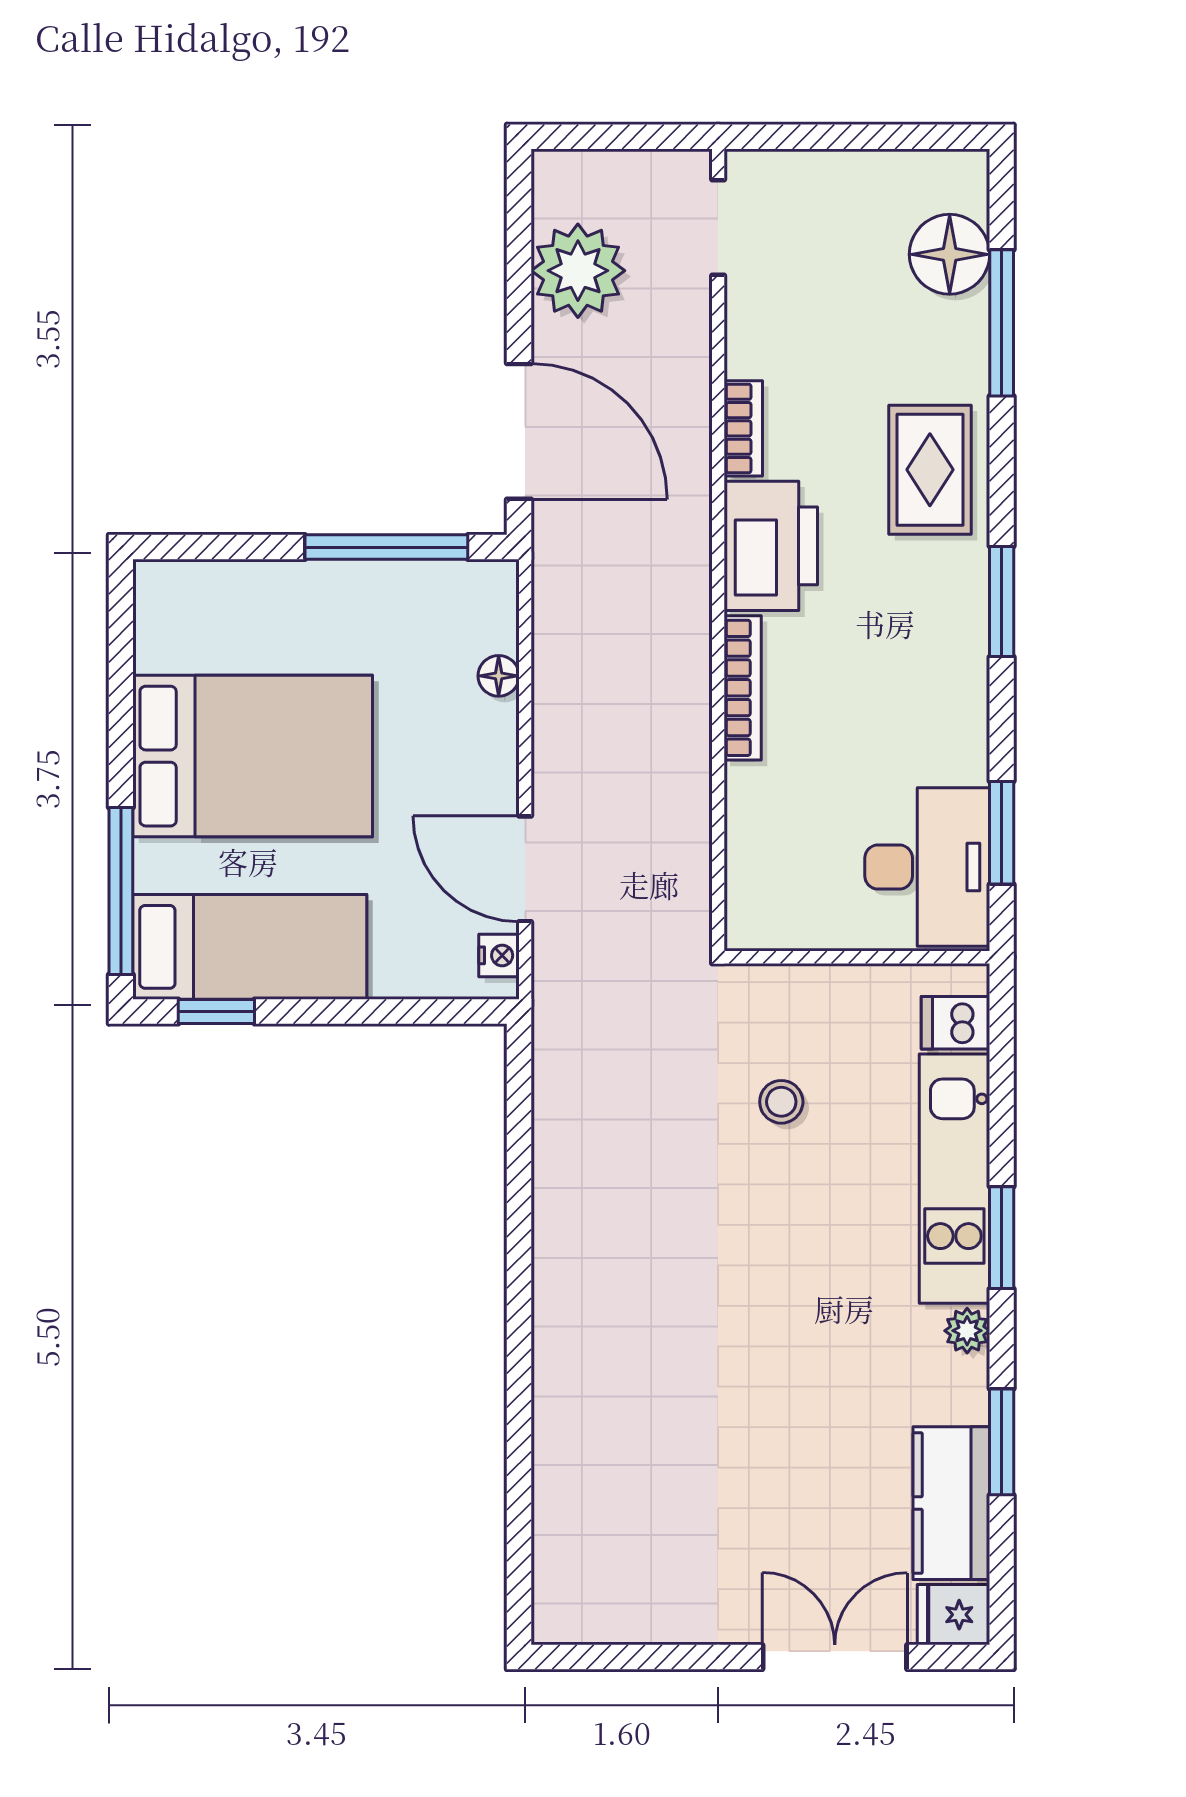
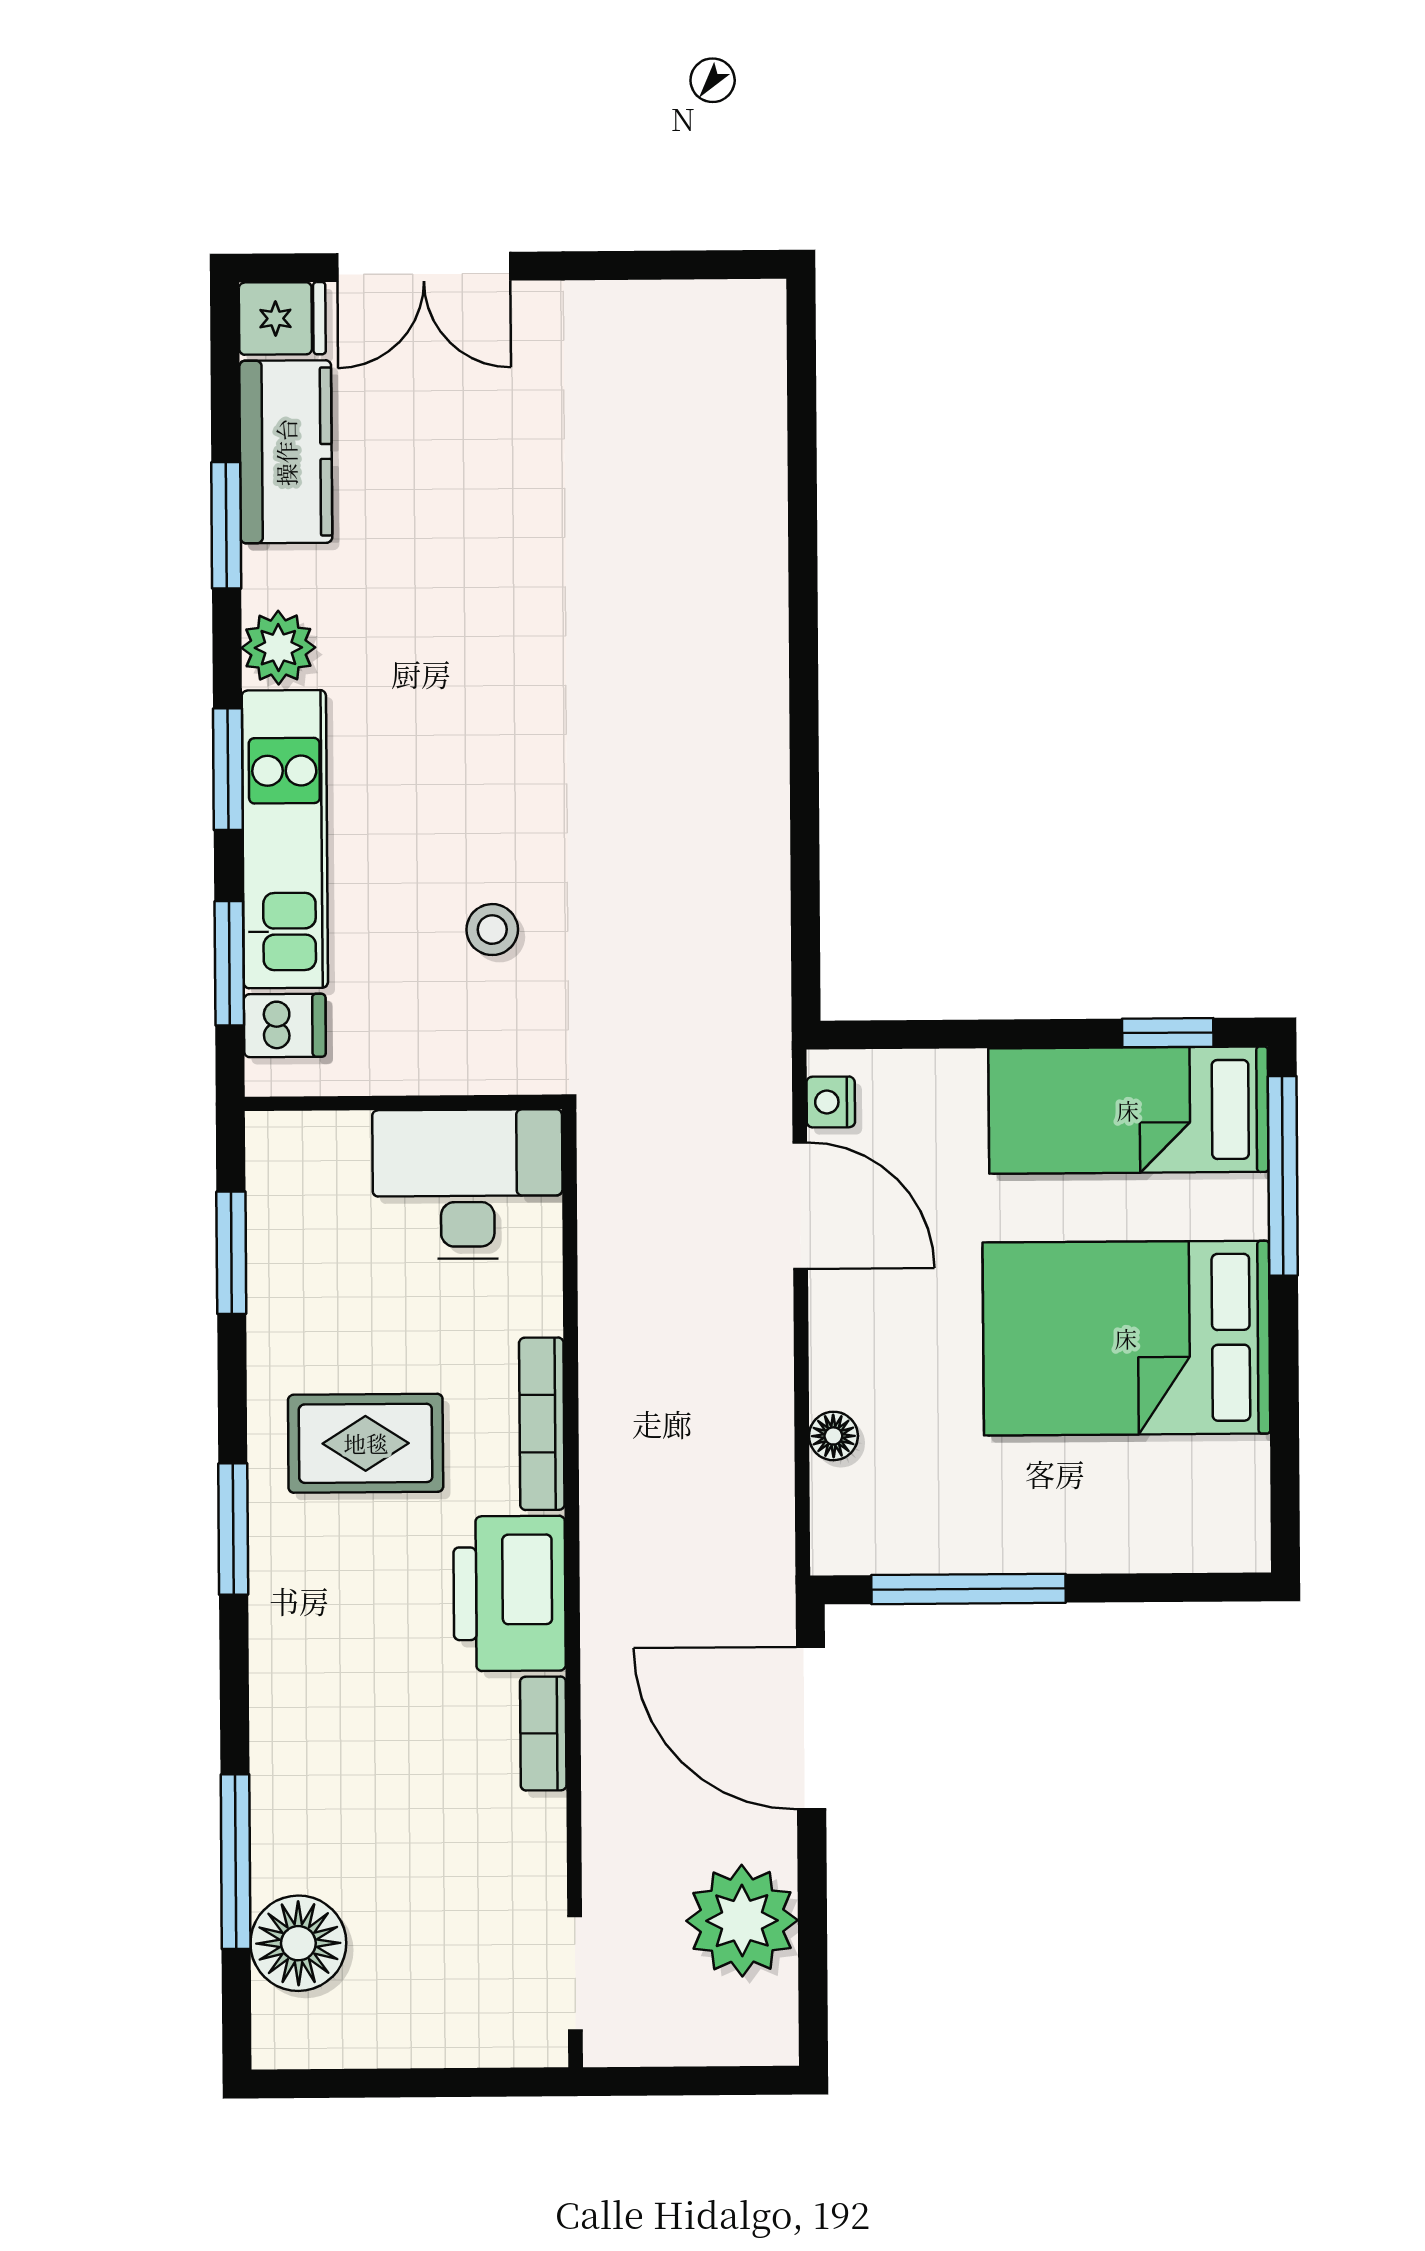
rug: (930, 470) -> (366, 1443), moved, turned 90
desk: (927, 867) -> (467, 1184), moved, turned 90
window: (1002, 1075) -> (229, 963), added
plant: (967, 1331) -> (278, 648), width x1.38, depth x1.38

